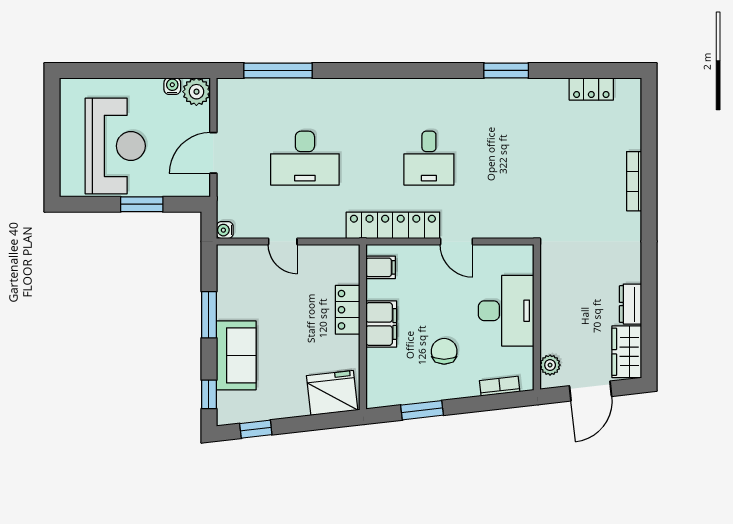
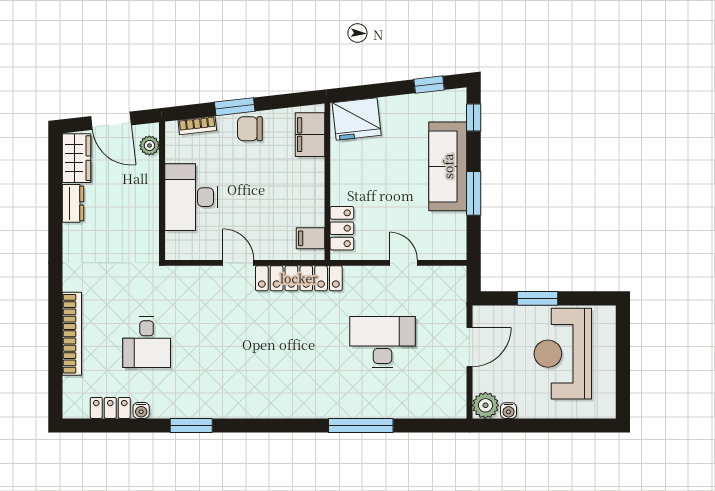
window: (278, 70) -> (361, 426), moved
desk: (429, 158) -> (147, 342), moved, turned 180
bookcase: (634, 181) -> (72, 334), width x1.48, depth x1.31
water cooler: (225, 230) -> (141, 410), moved, turned 90
locker: (348, 310) -> (342, 228), moved
filing cabinet: (381, 324) -> (310, 135), moved
chair: (444, 351) -> (250, 129), moved, turned 90
sofa: (236, 355) -> (448, 166), width x1.36
door: (591, 391) -> (111, 121), swing flipped
window: (422, 410) -> (235, 107), moved

